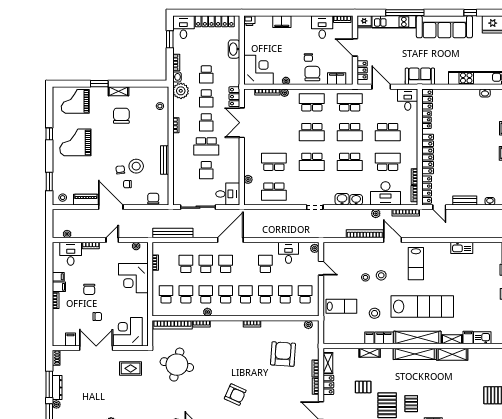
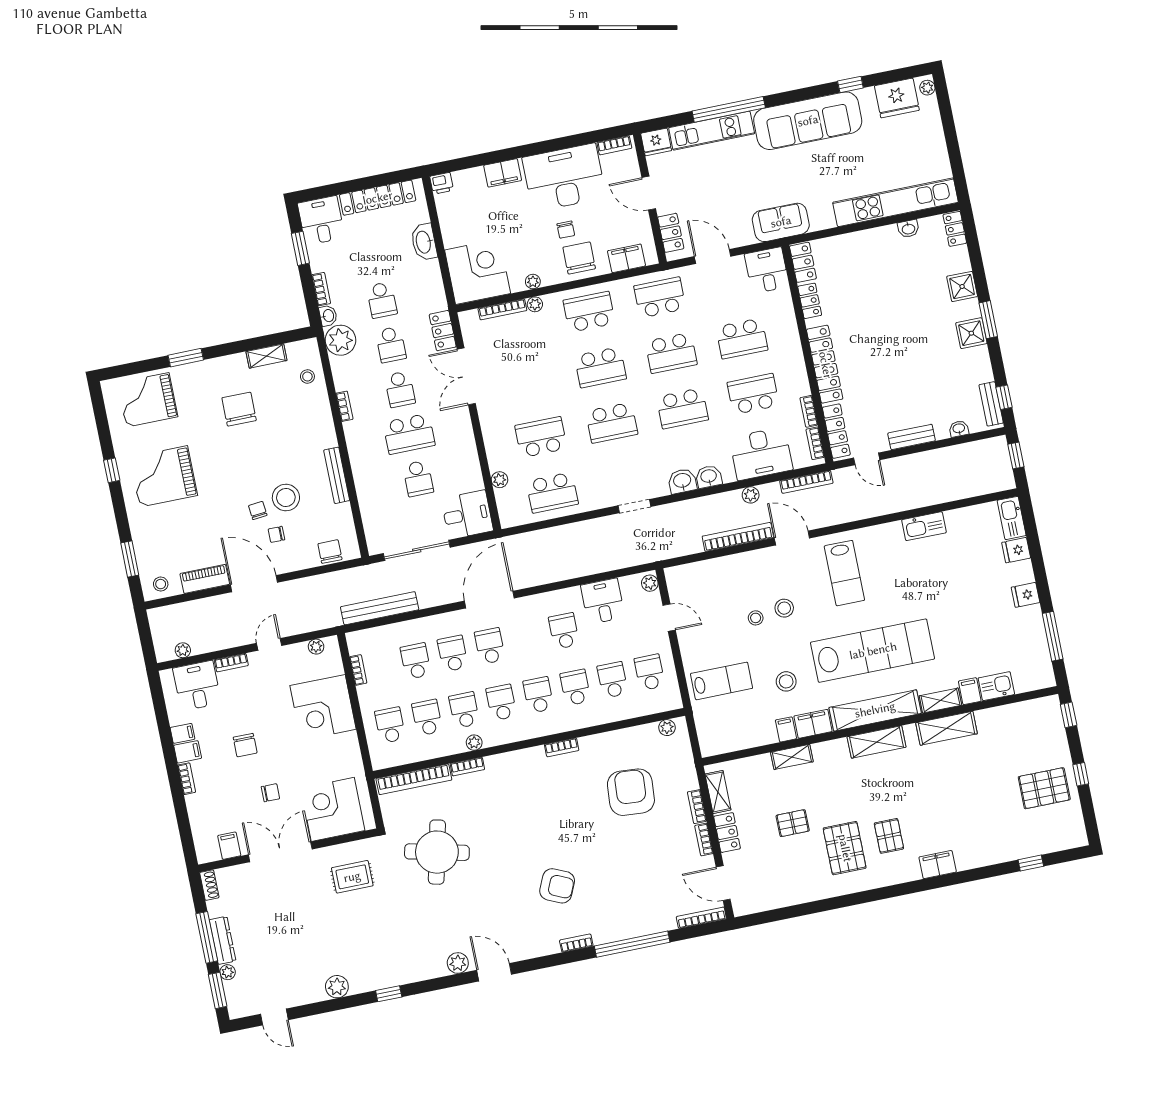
desk: (322, 27) -> (564, 178), width x1.87, depth x1.30
shelving: (118, 91) -> (266, 356), moved
shelving: (415, 354) -> (877, 742), width x0.68

